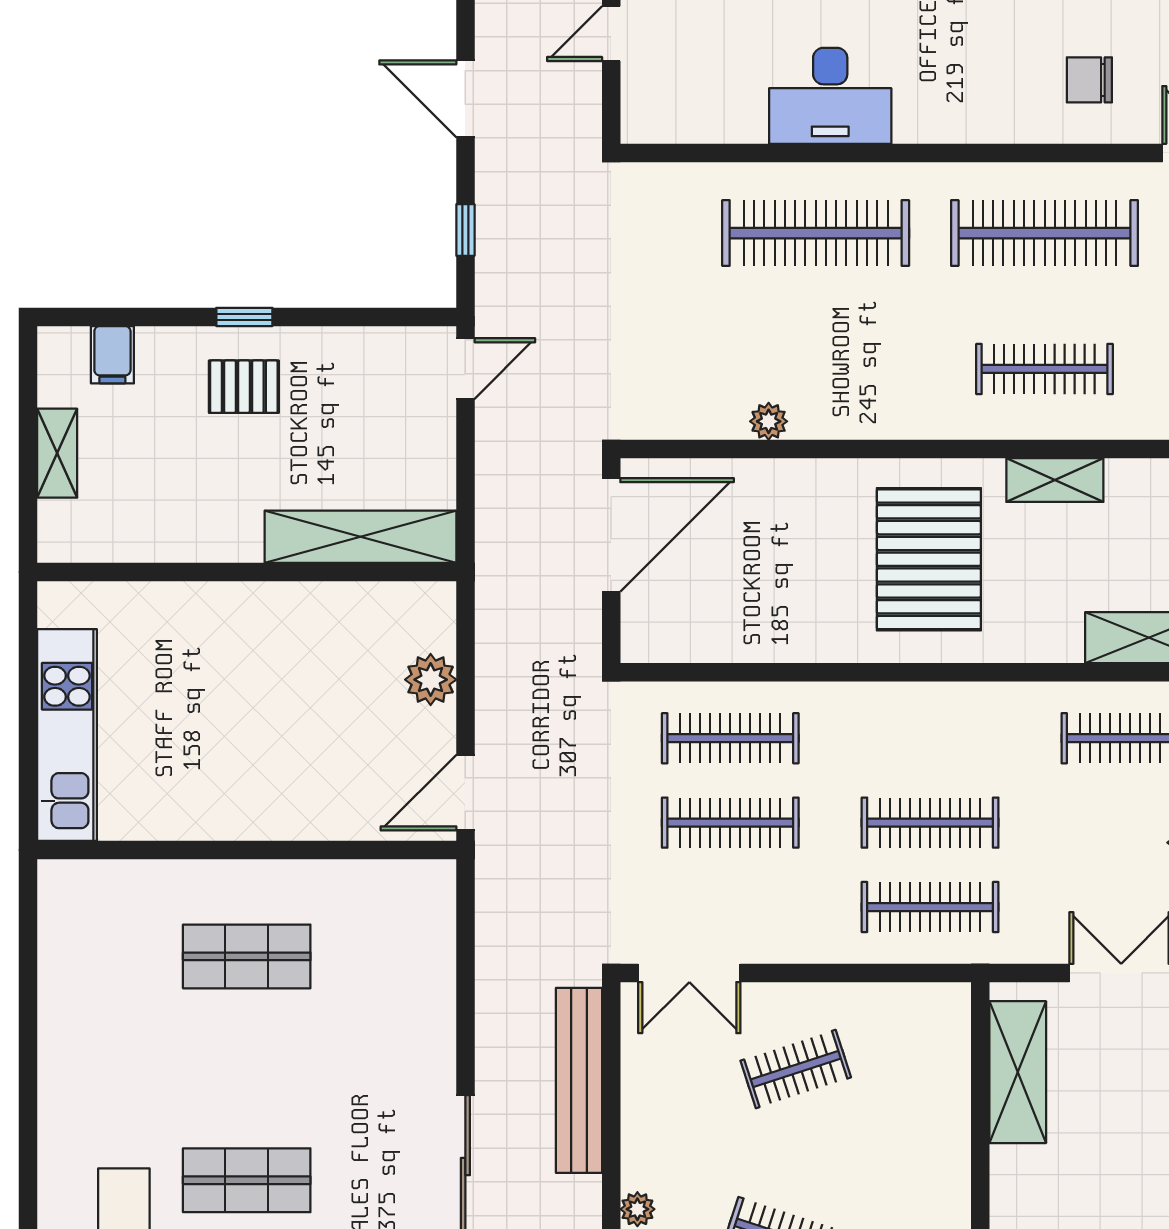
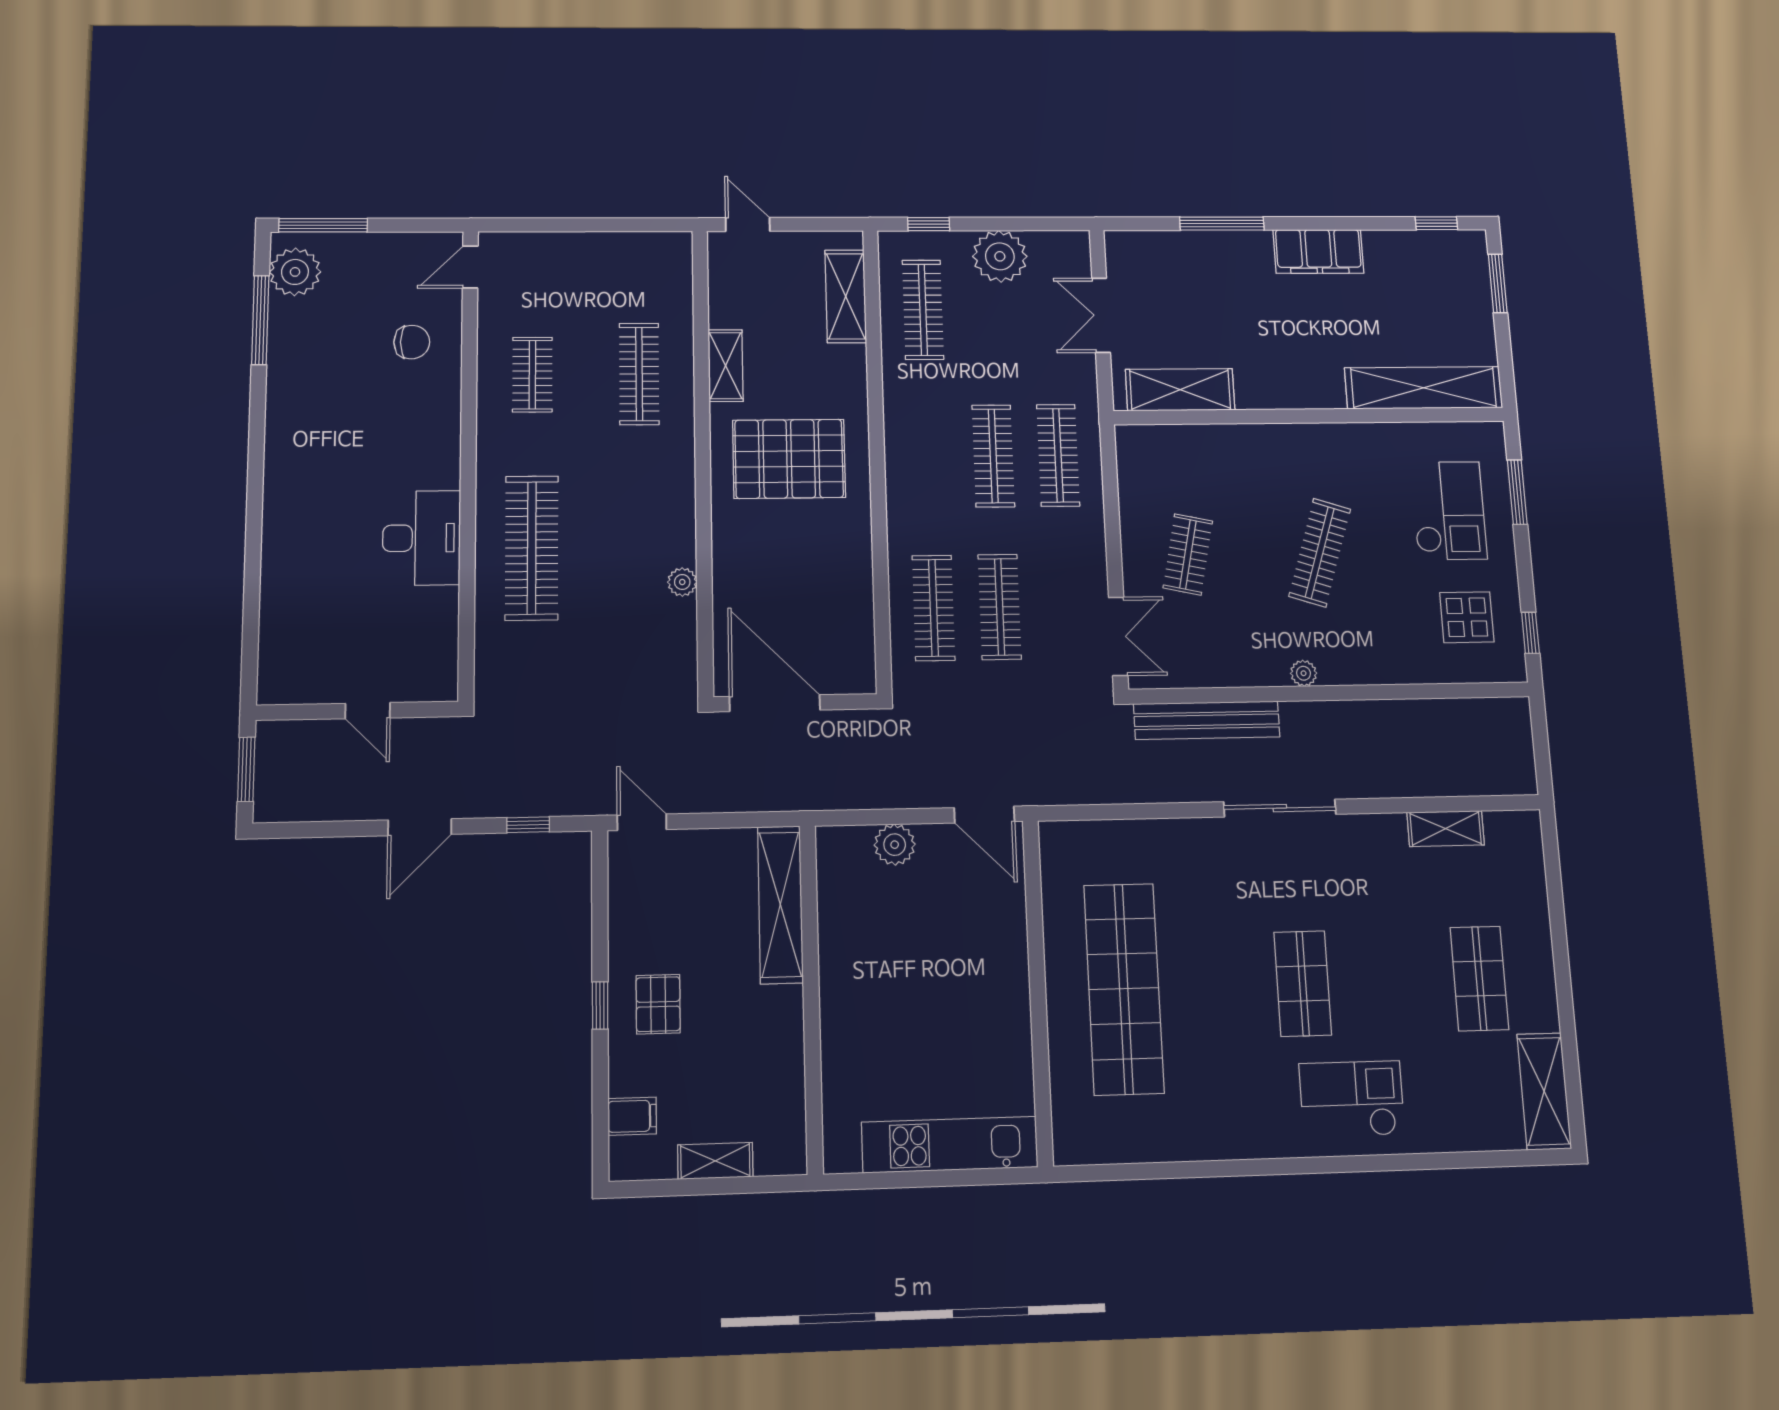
chair: (1089, 80) -> (412, 342), turned -90
clothes rail: (1045, 233) -> (532, 375), width x0.54, depth x0.76
shop shelf: (247, 956) -> (1124, 989), width x2.00, depth x1.36
clothes rail: (796, 1069) -> (1188, 554), turned 30

